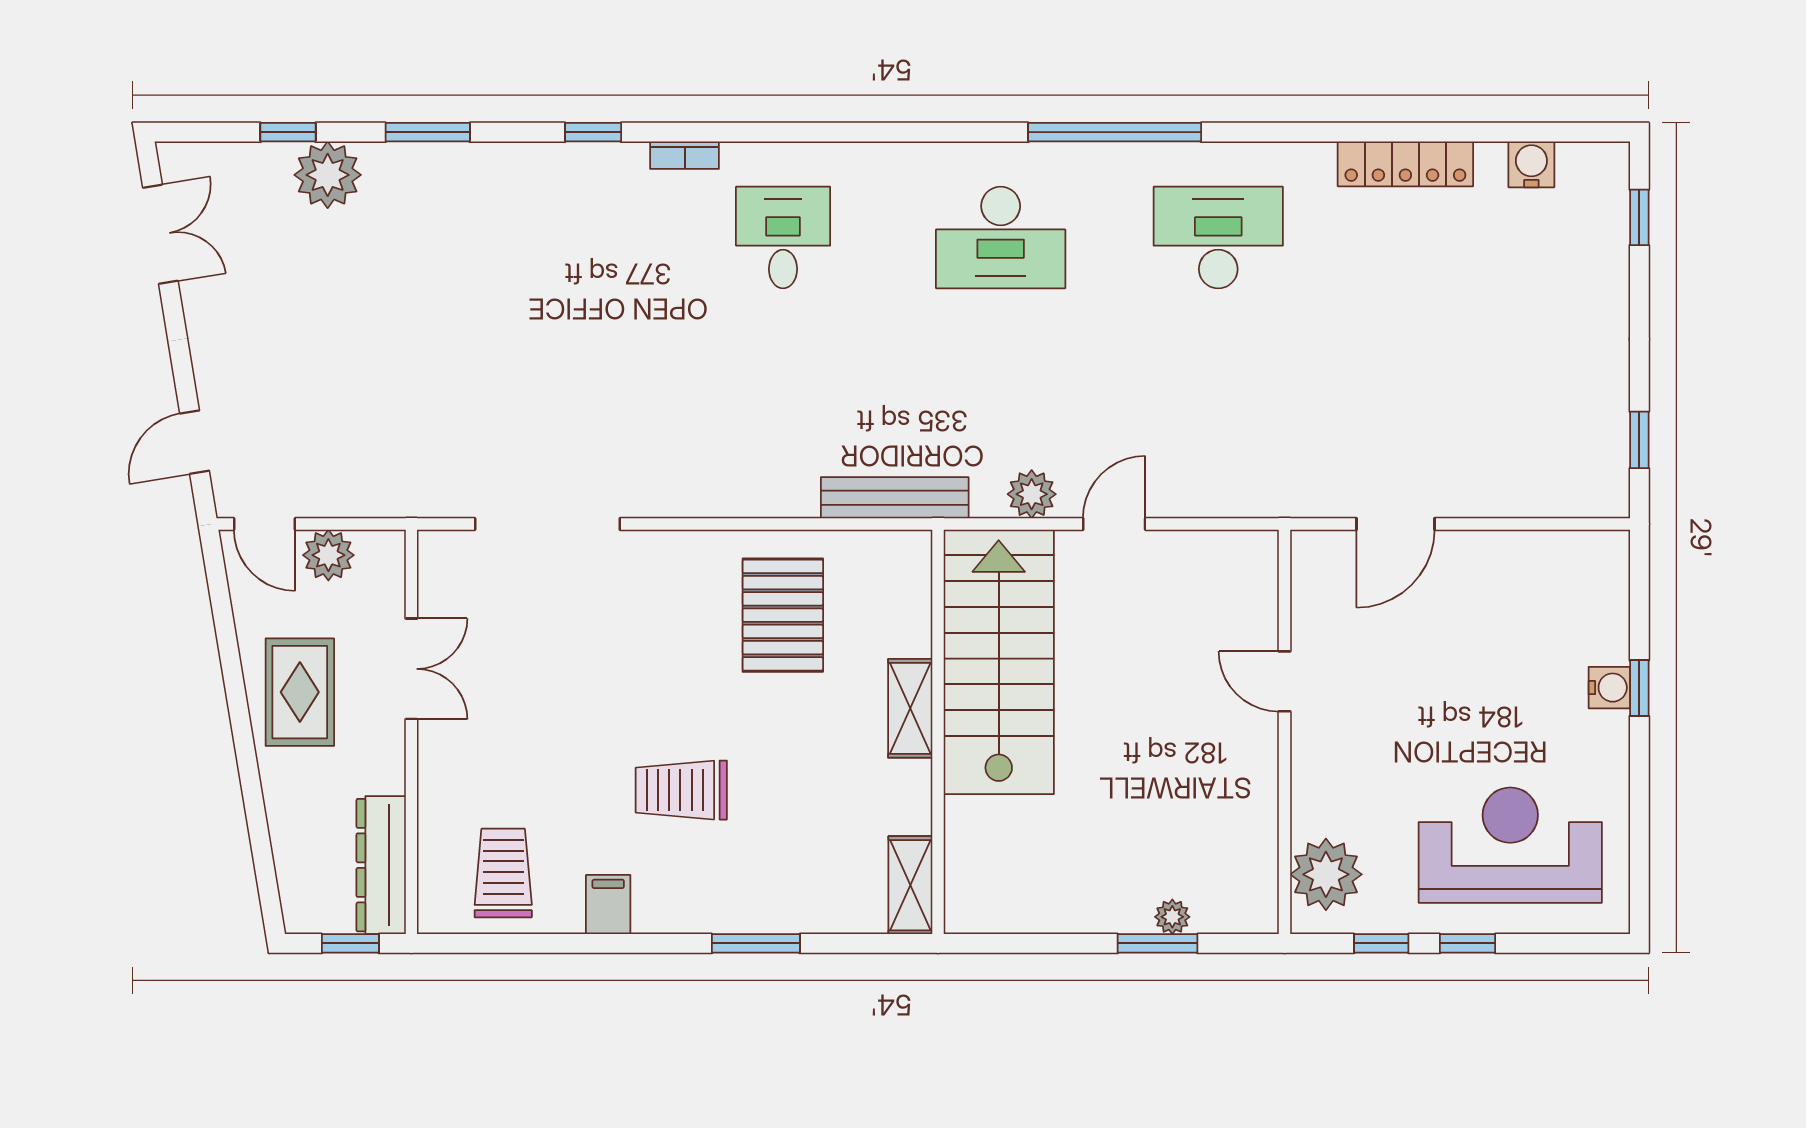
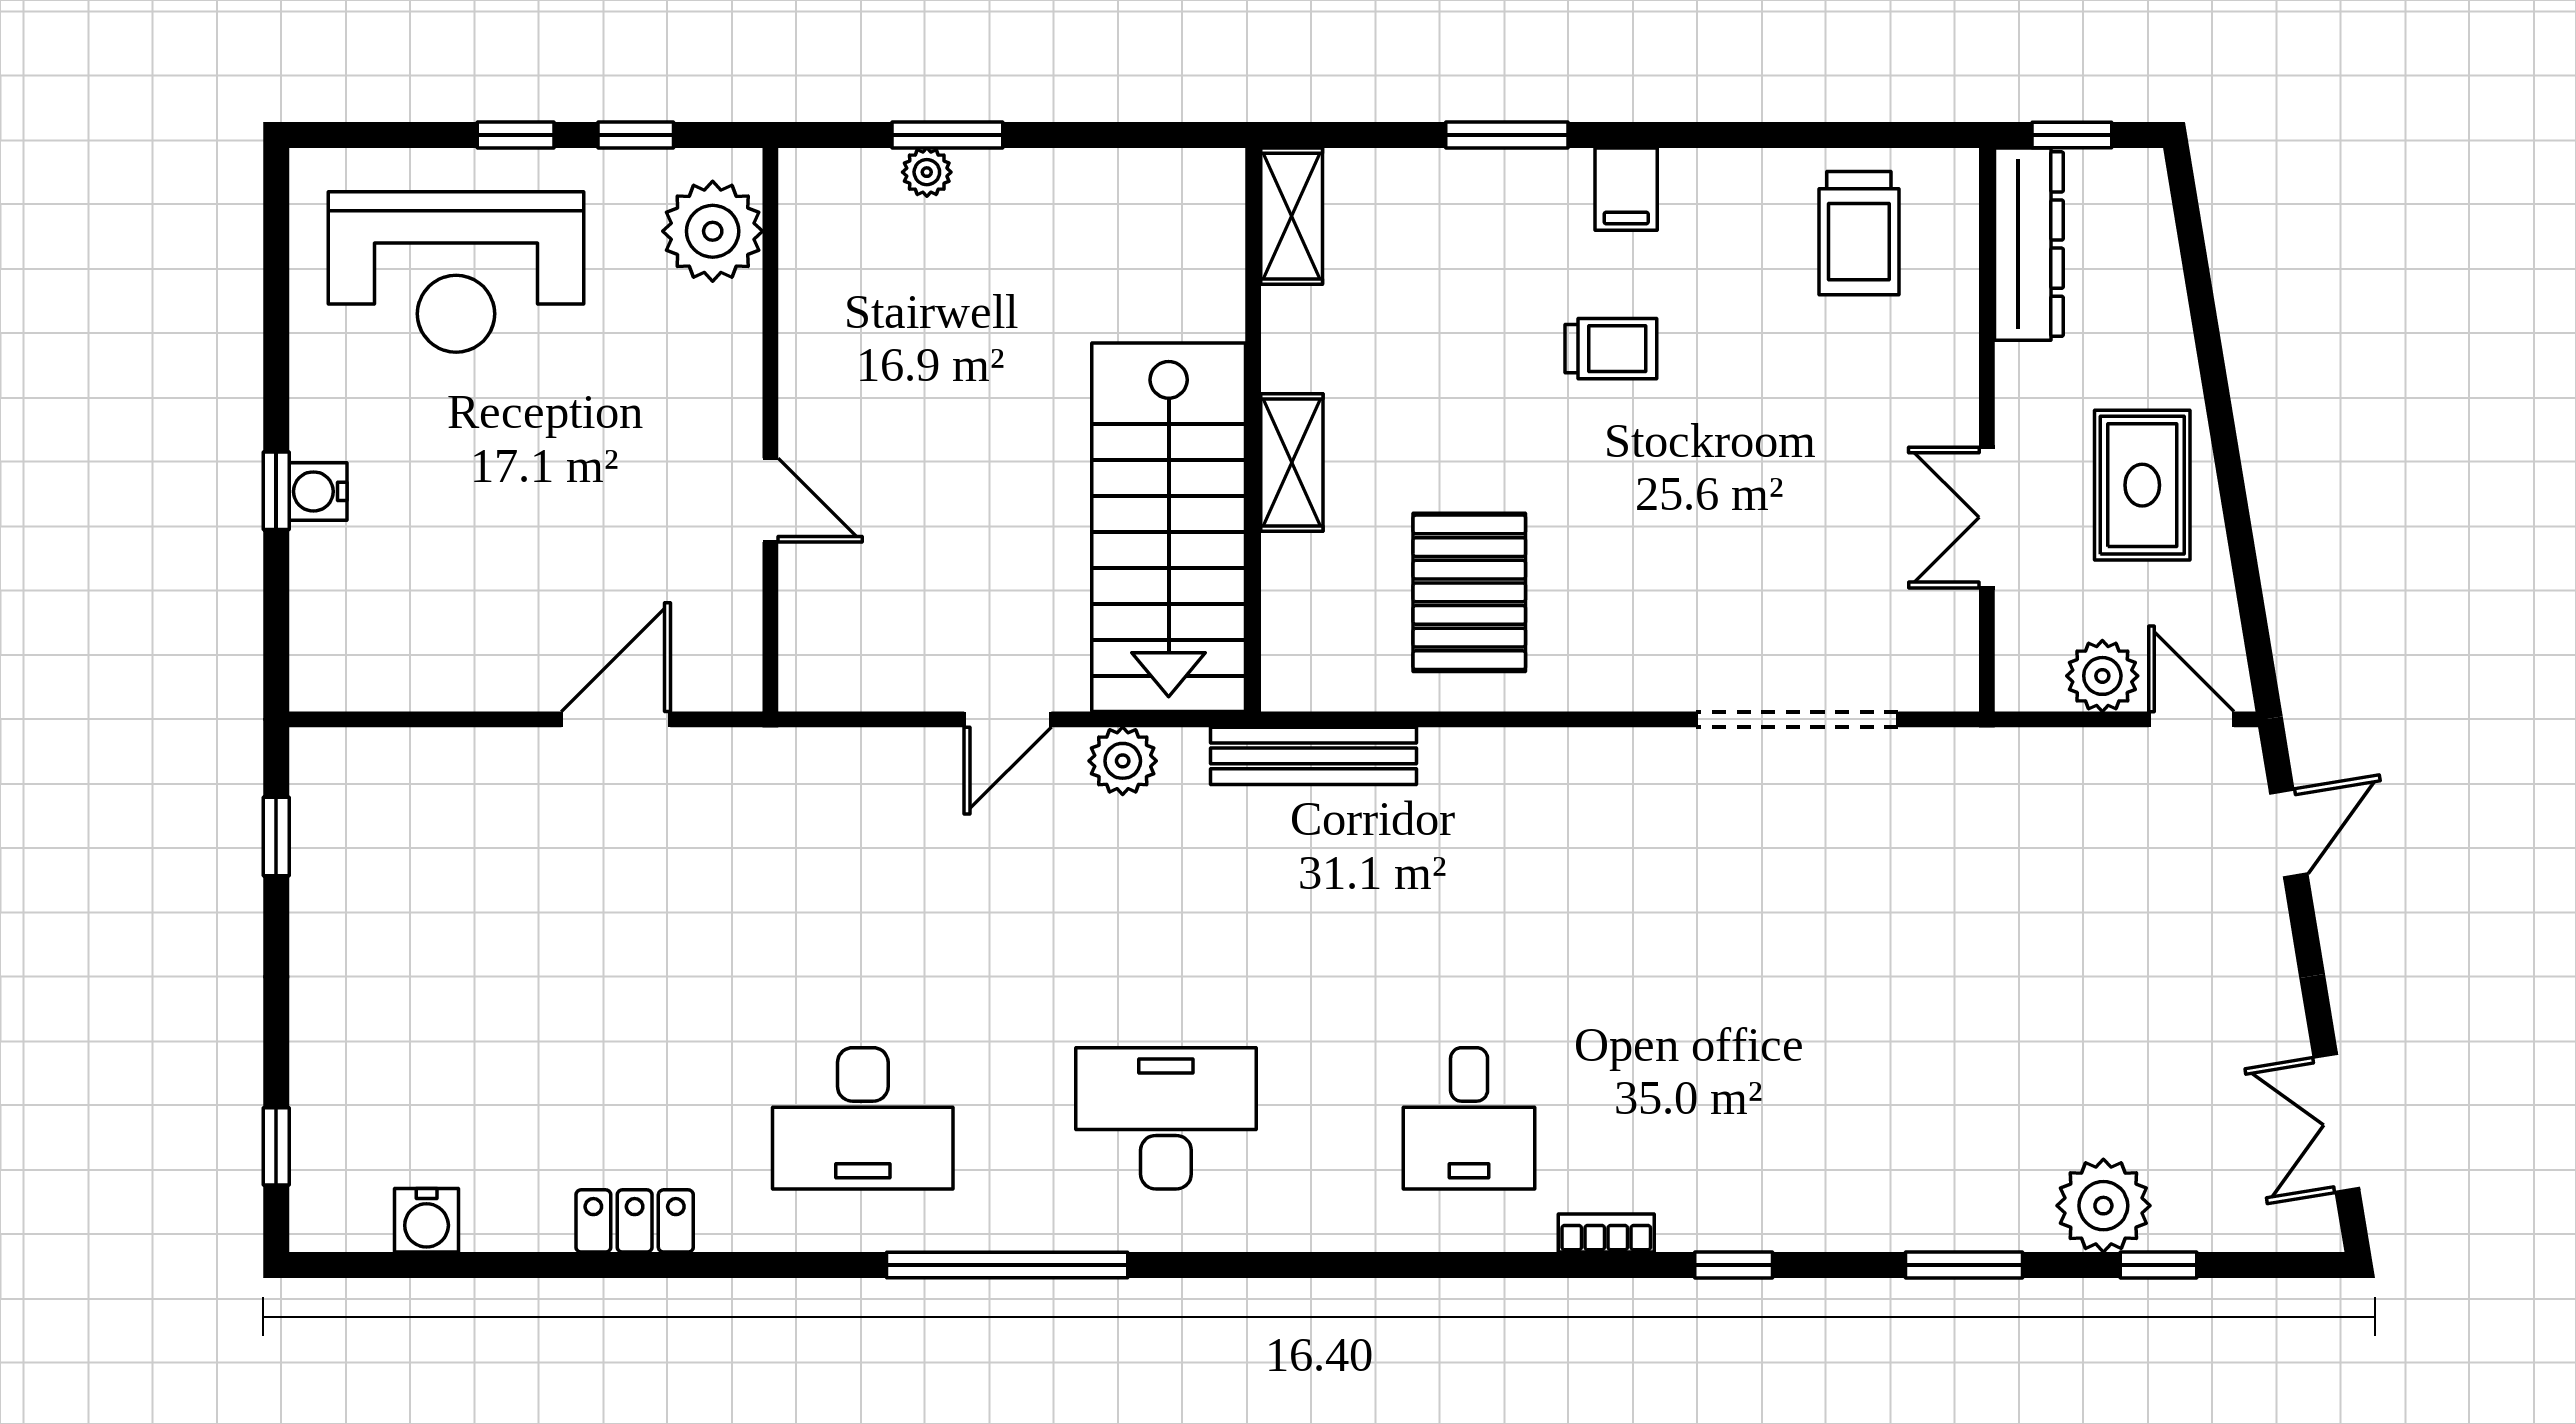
locker: (1405, 164) -> (635, 1221), width x0.66
trolley: (681, 790) -> (1611, 349), width x0.73, depth x0.72
filing cabinet: (608, 905) -> (1626, 189), moved

